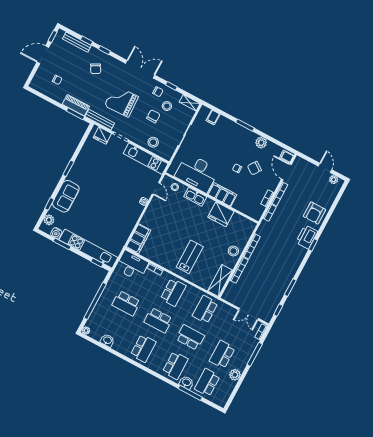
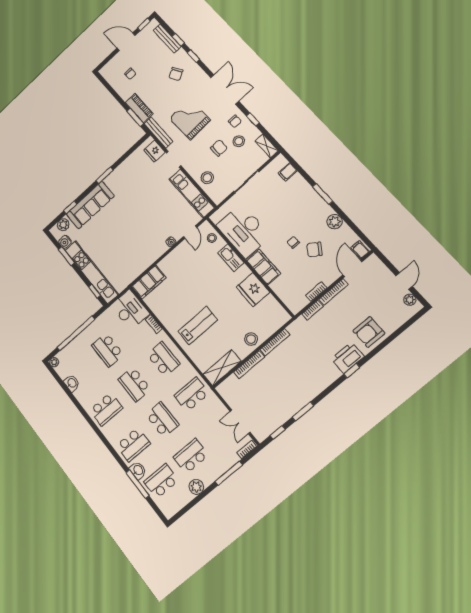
sofa: (66, 196) -> (90, 205), width x1.36
school desk: (173, 292) -> (163, 359), turned -90

